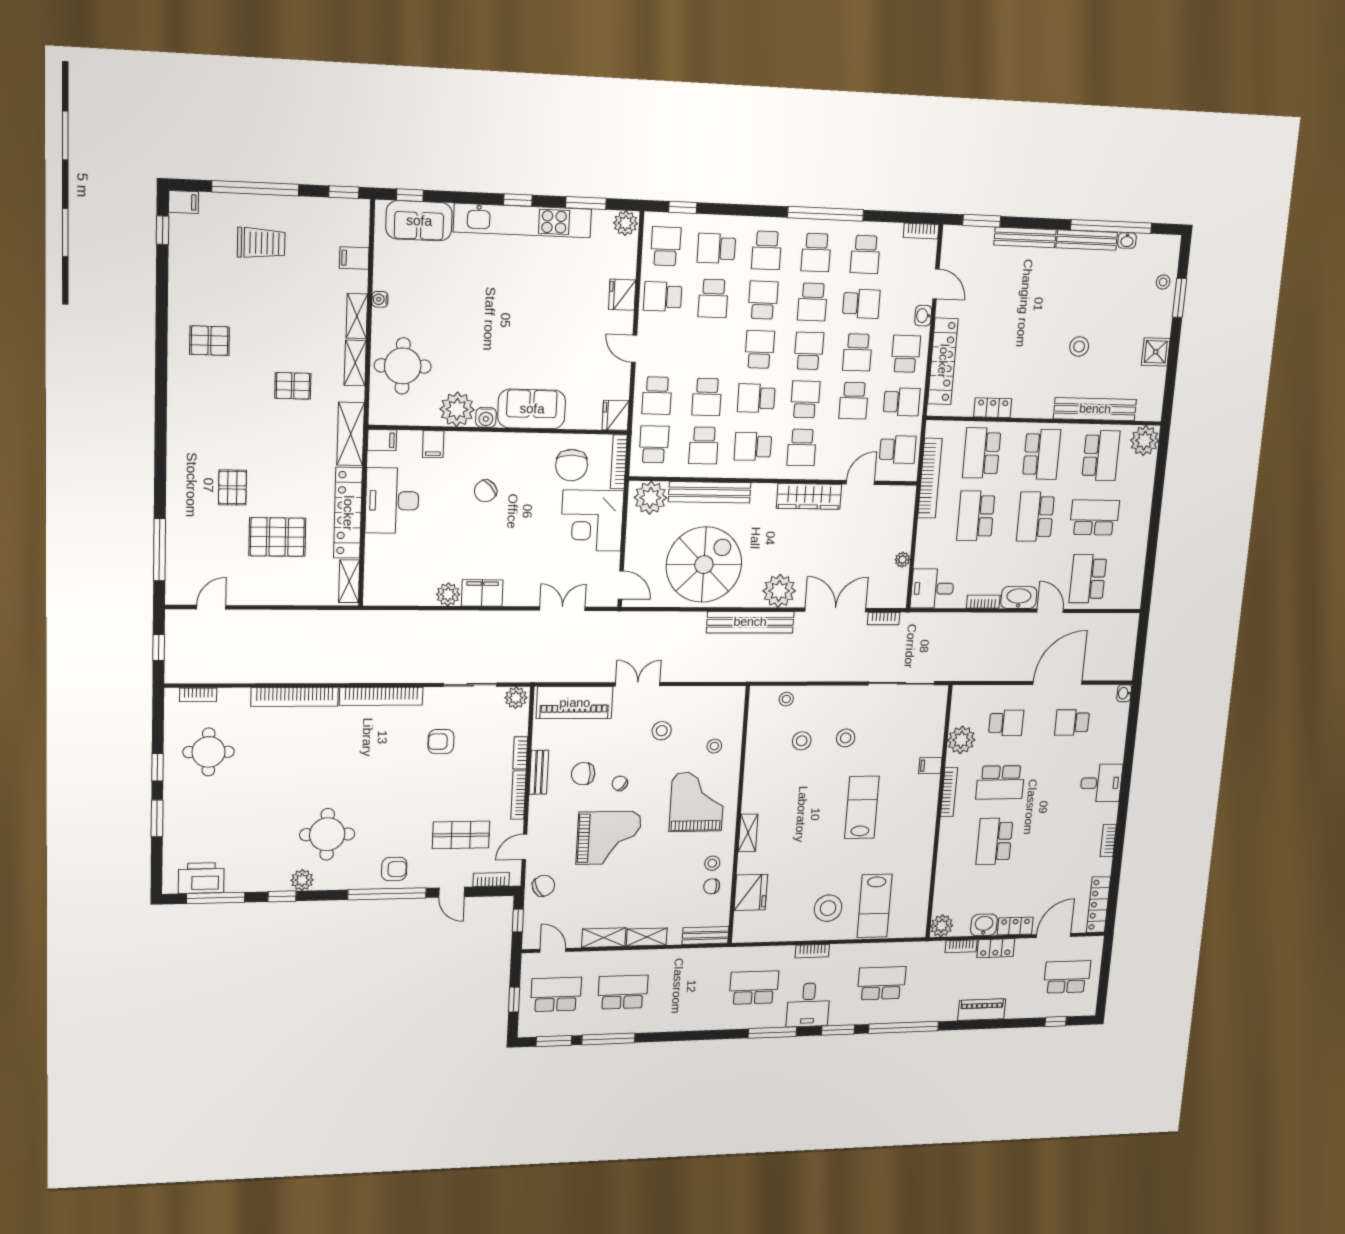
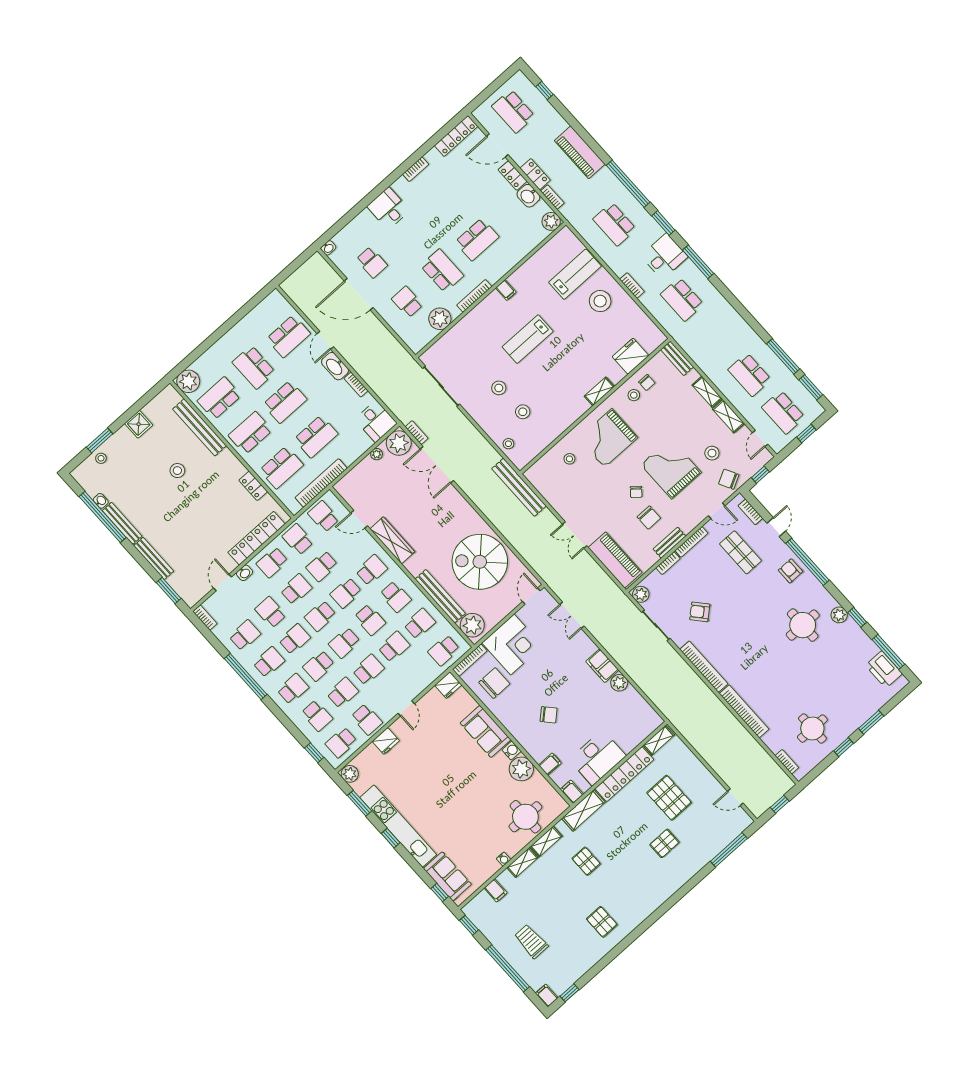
school desk: (657, 396) -> (368, 670), moved
school desk: (854, 401) -> (322, 566), turned 180
plant: (779, 591) -> (399, 443), moved
bench: (750, 622) -> (519, 487), moved
stool: (662, 731) -> (712, 453), moved
armchair: (441, 742) -> (700, 612), turned 139
filing cabinet: (930, 766) -> (506, 290), moved
piano: (982, 1010) -> (580, 152), width x1.37, depth x1.33

